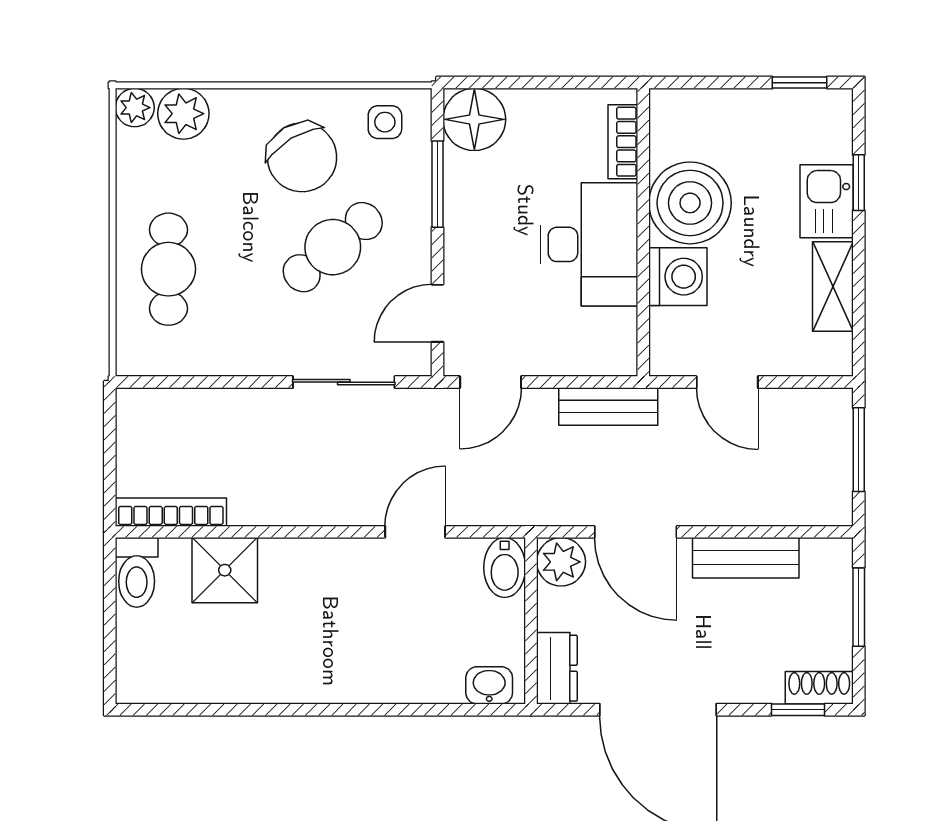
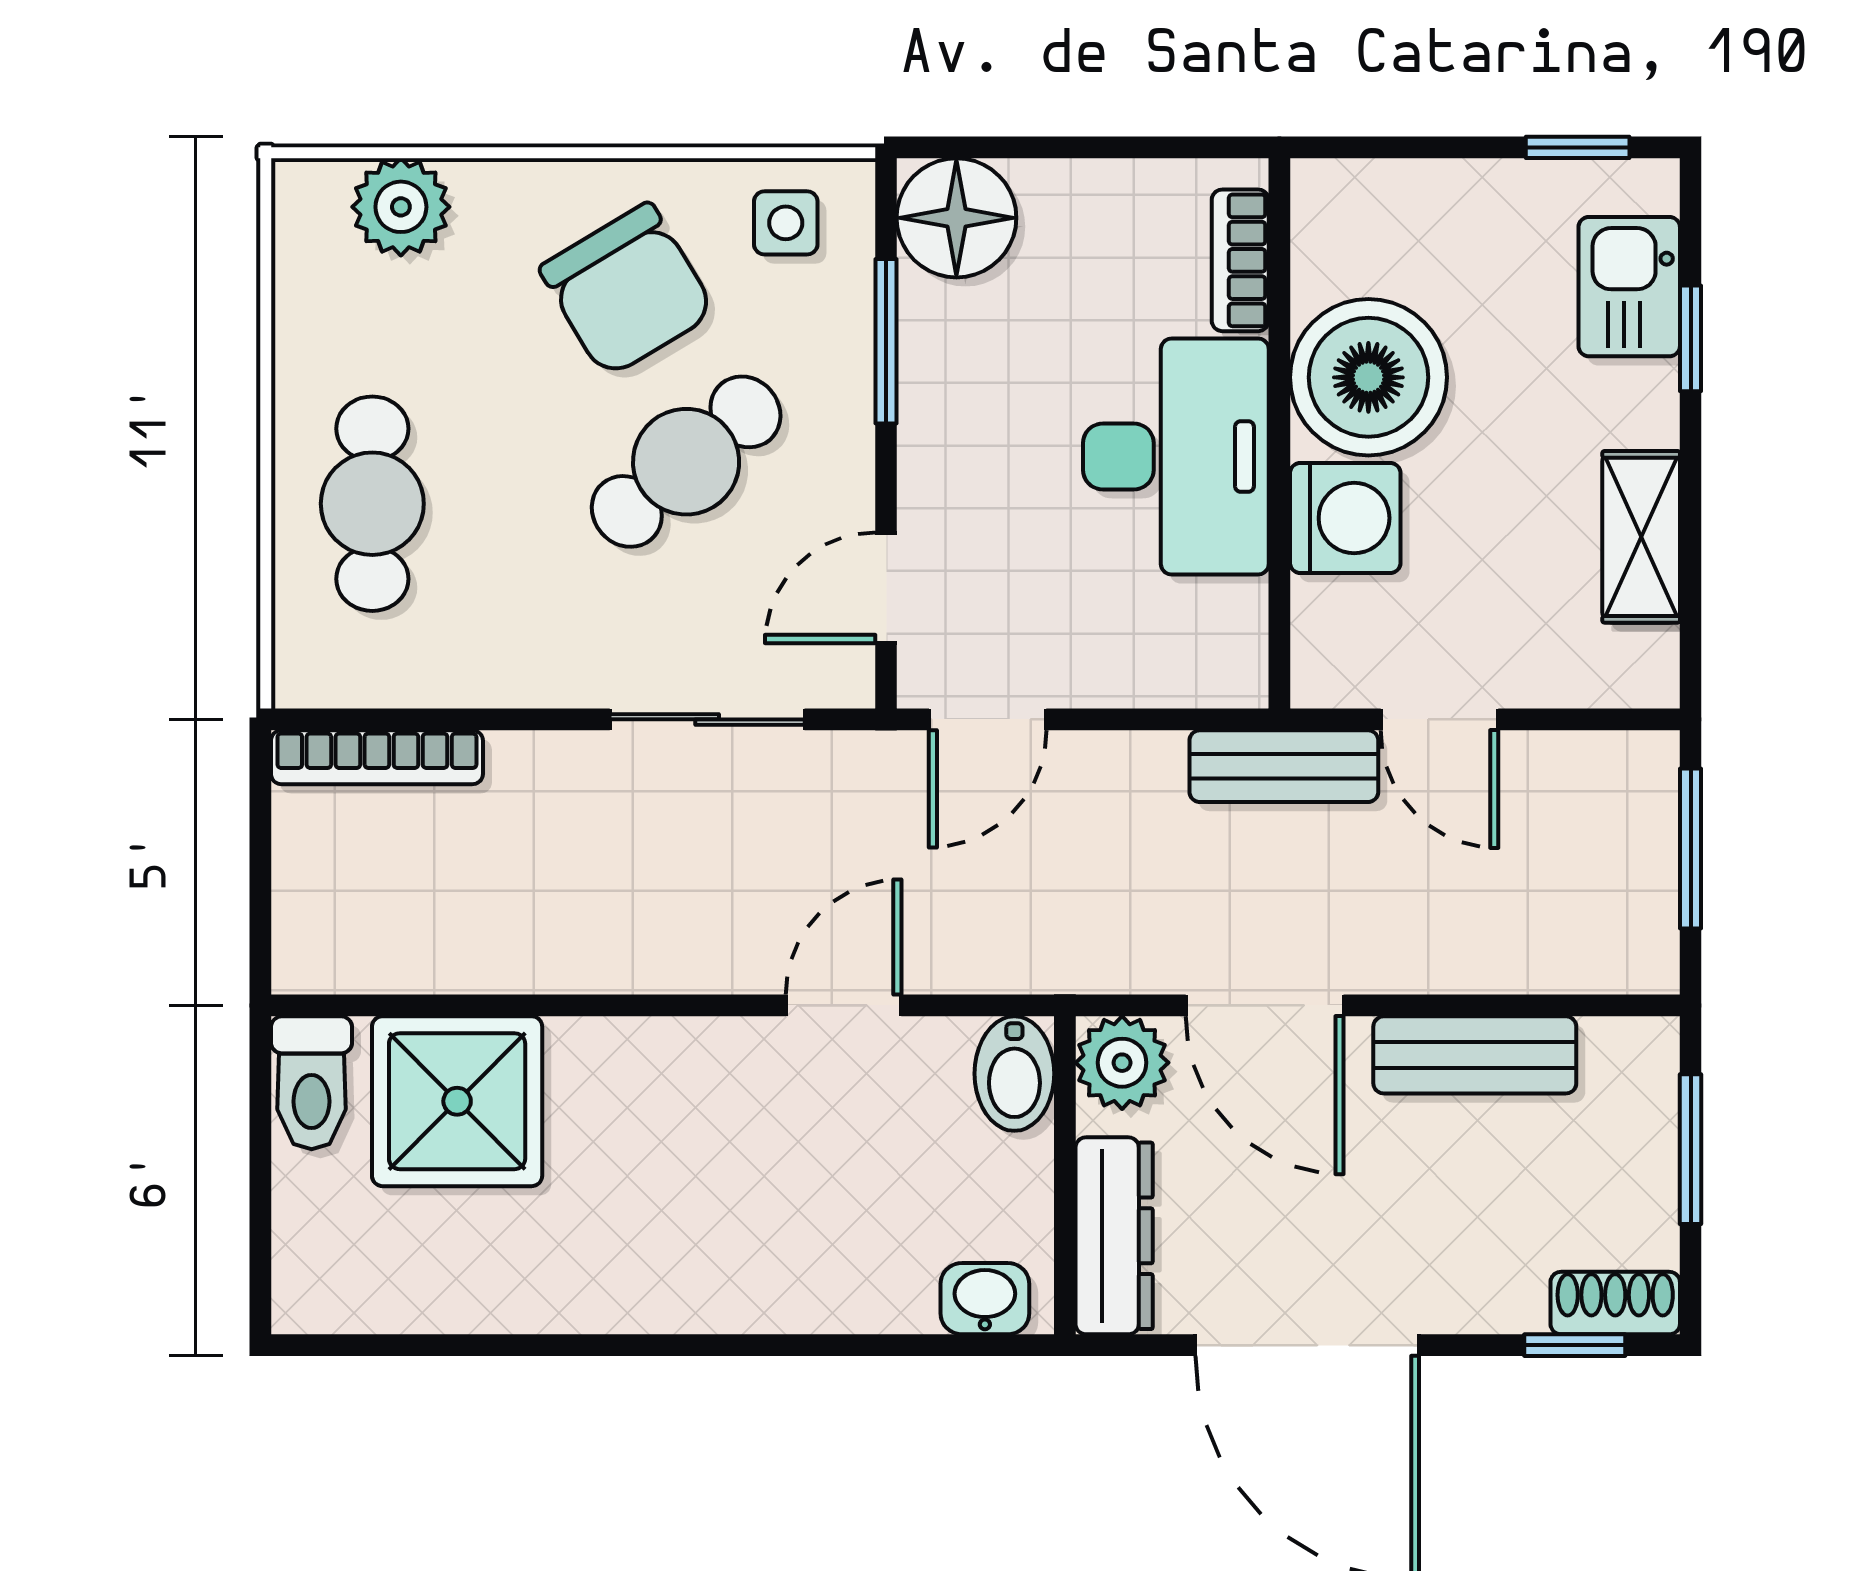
plant: (135, 108) -> (308, 195), removed
kitchen sink: (827, 201) -> (1629, 287), moved
bench: (608, 407) -> (1284, 766), moved
bookcase: (171, 512) -> (377, 757), moved, turned 180
shower: (225, 570) -> (457, 1101), width x1.36, depth x1.36
dresser: (557, 668) -> (1114, 1236), width x1.44

